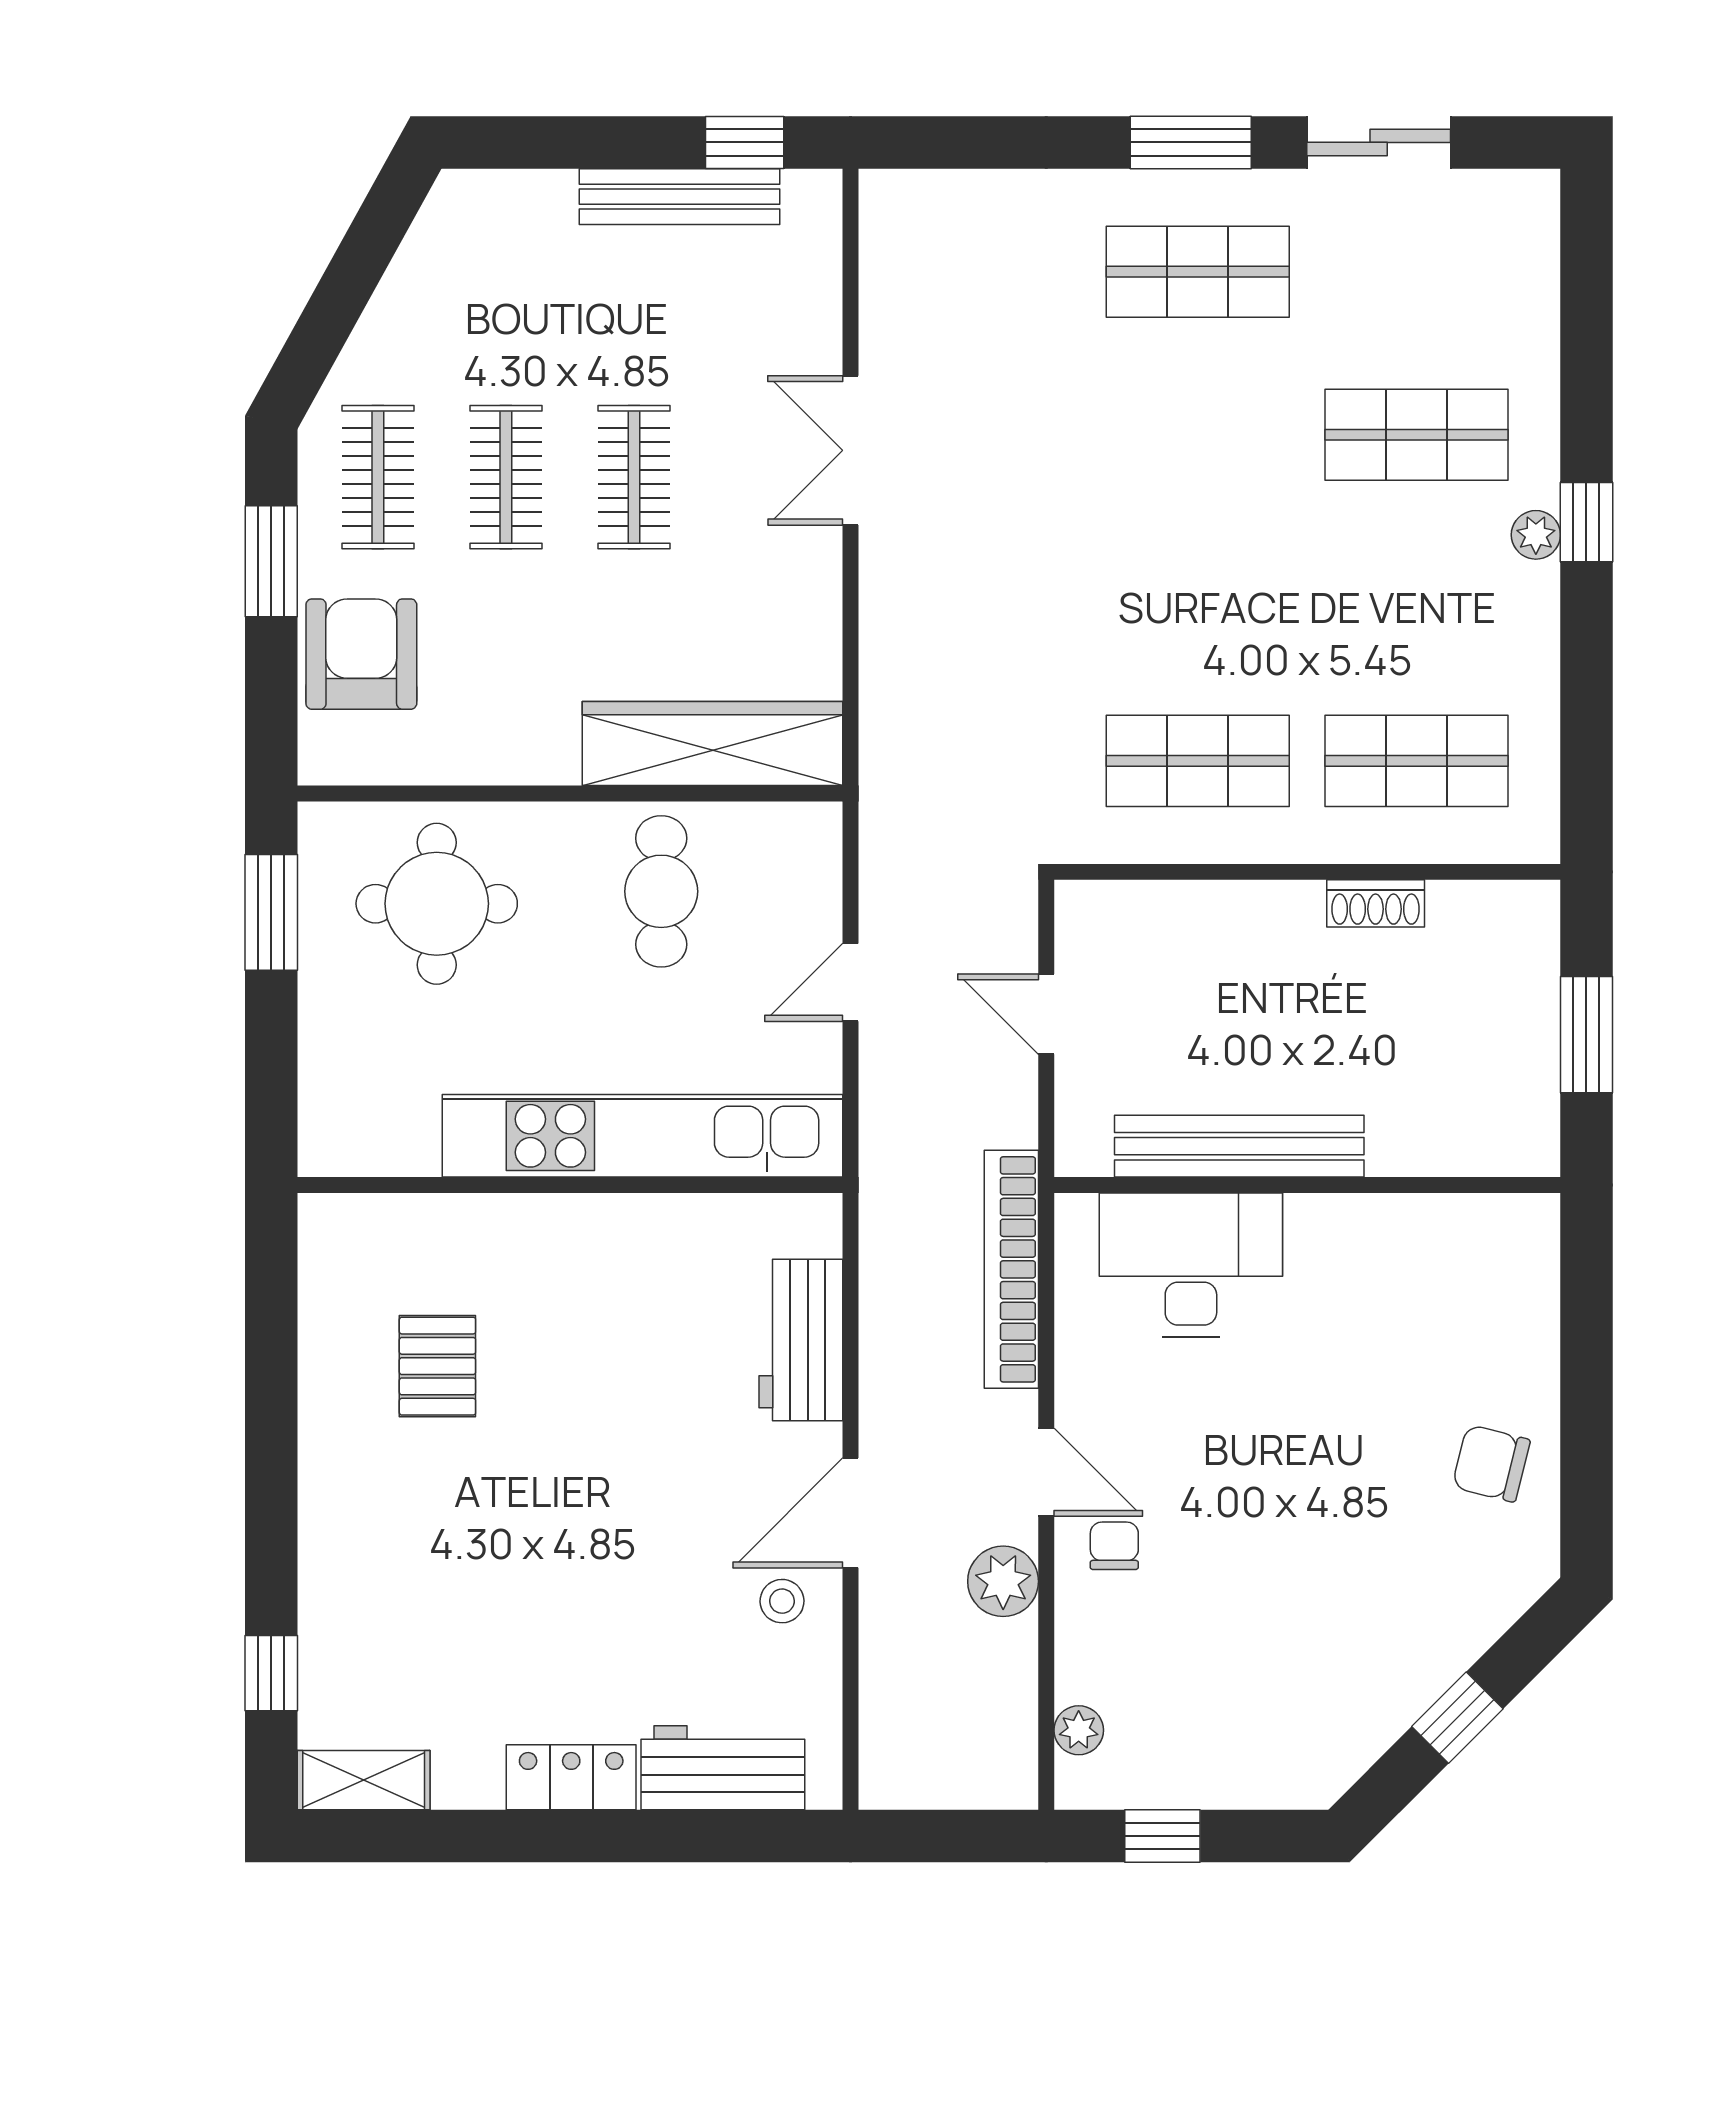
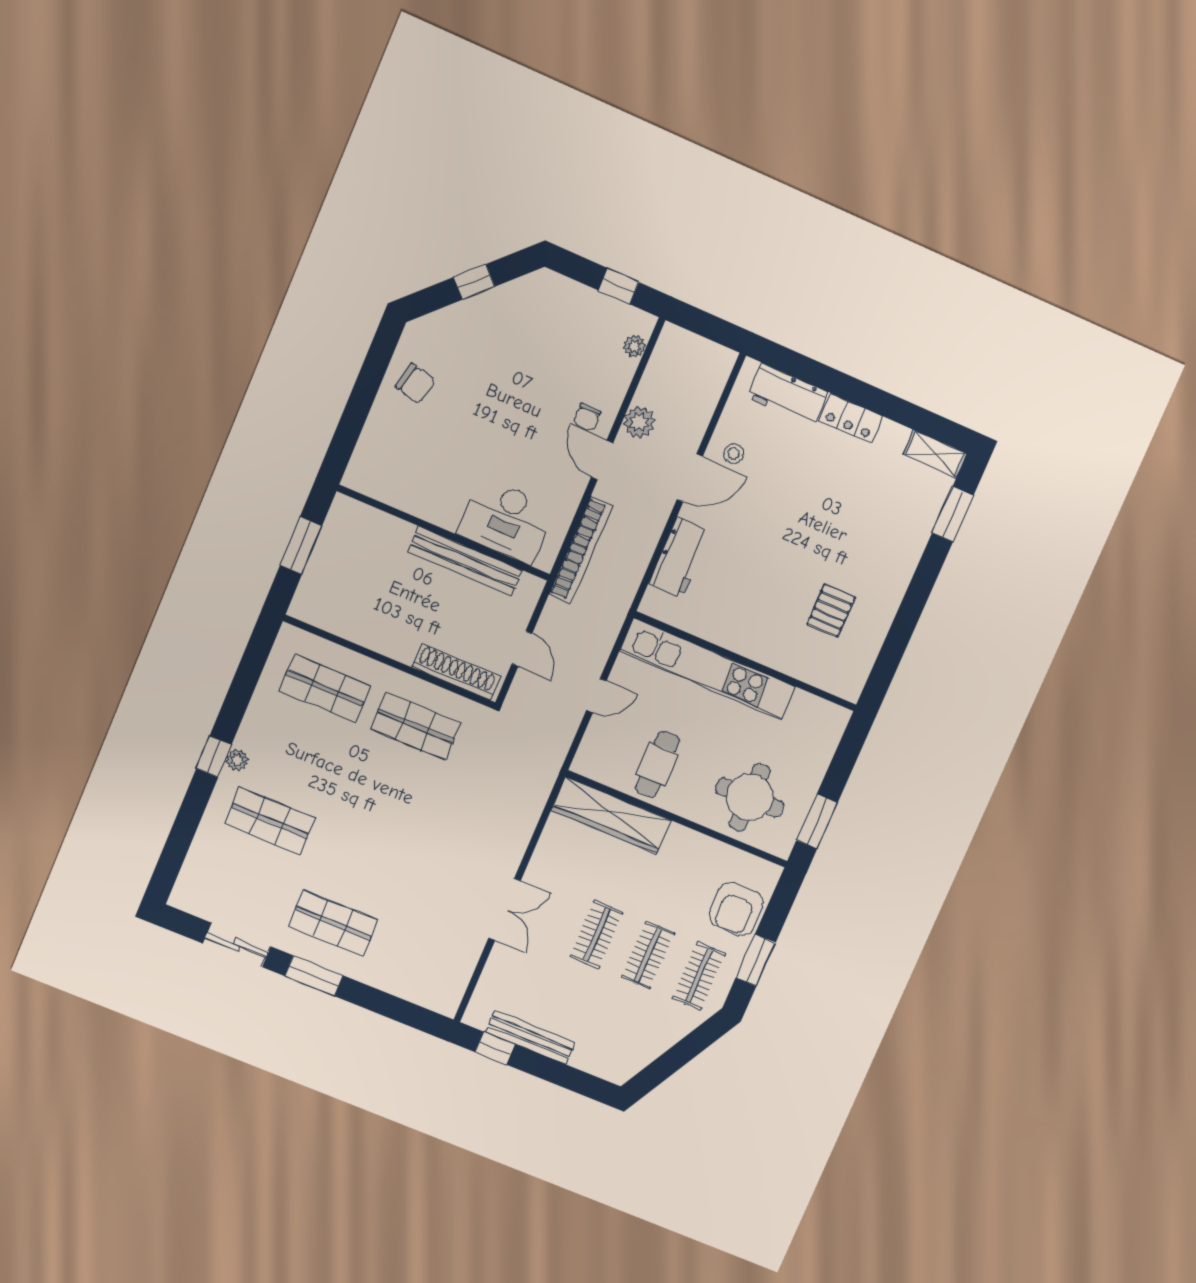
shoe rack: (1376, 903) -> (456, 672), moved, width x1.94, depth x1.24
window: (271, 1673) -> (953, 514), width x1.50

